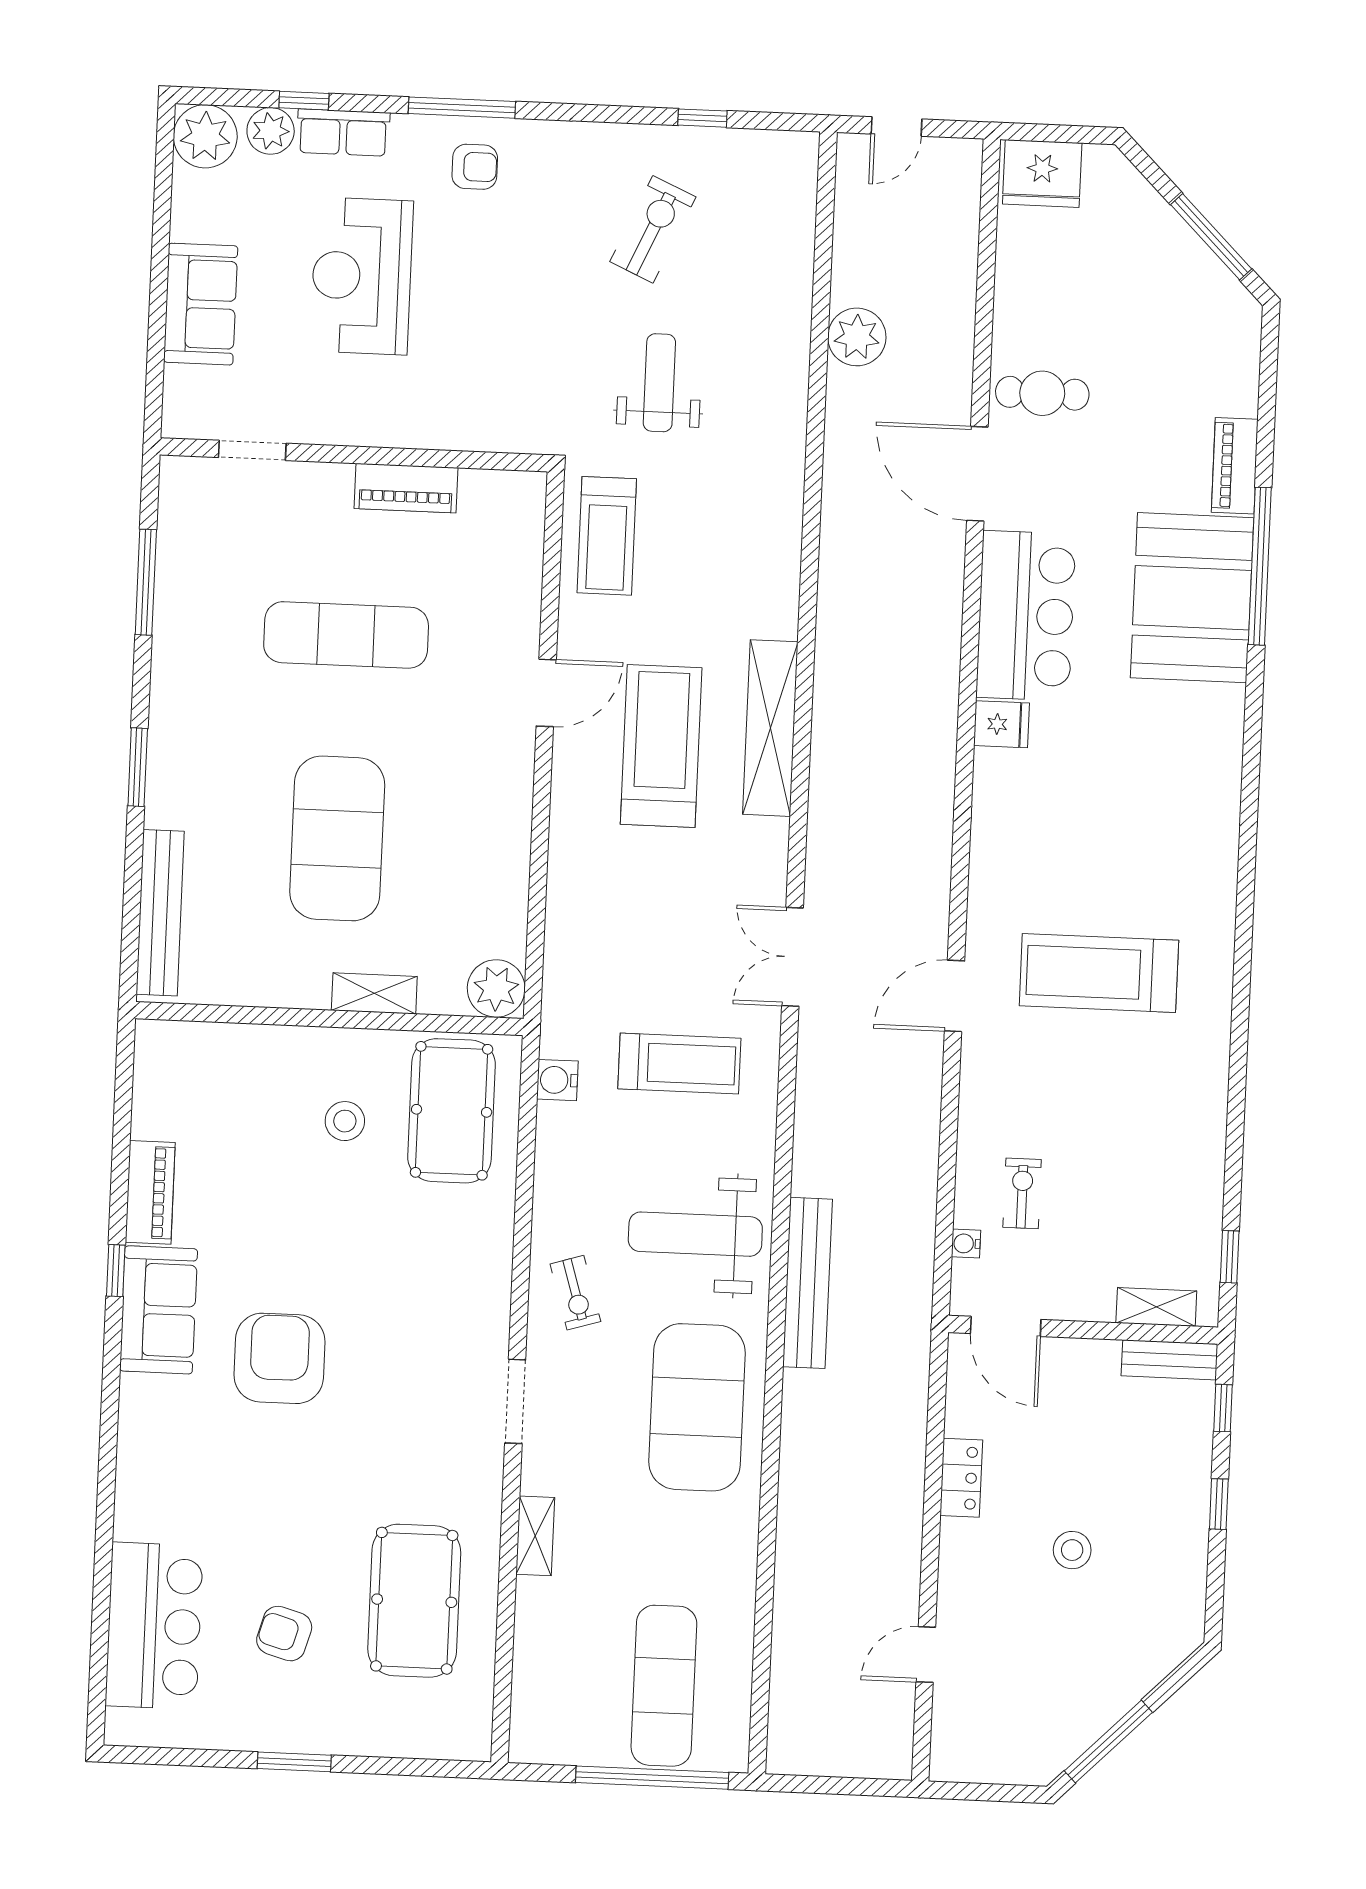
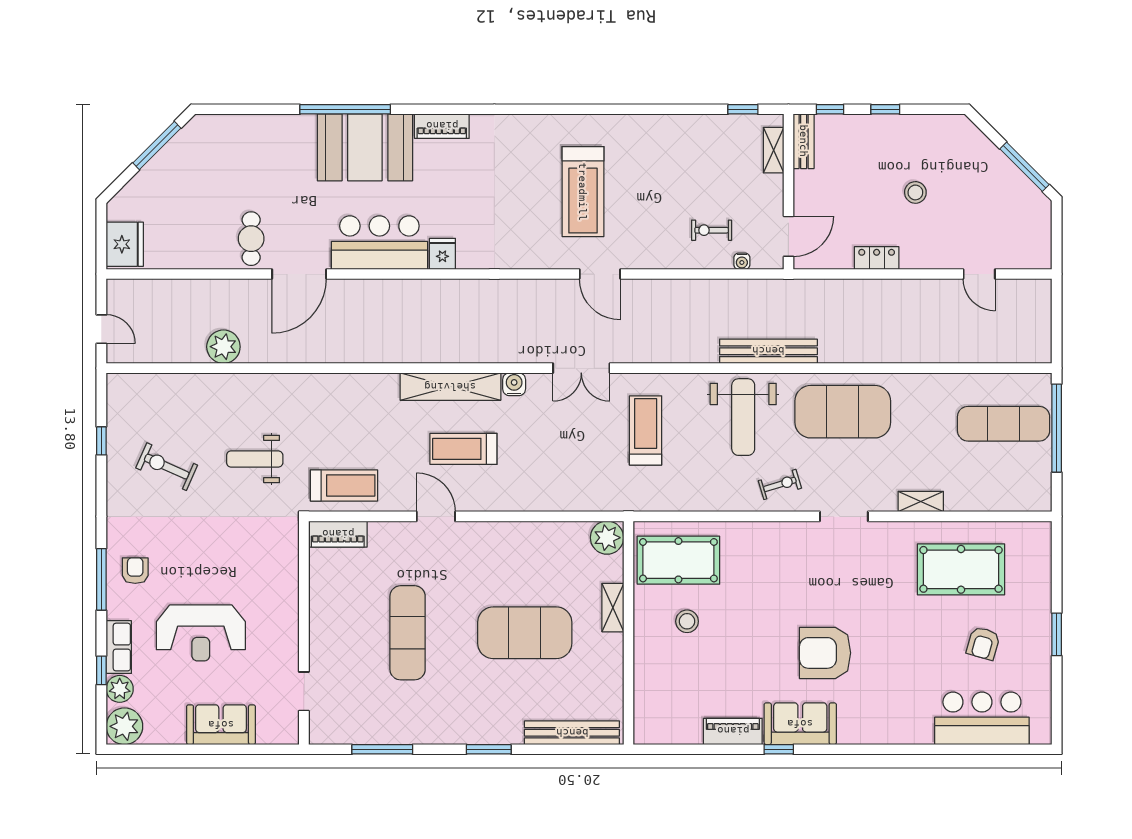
piano: (1235, 466) -> (442, 126), moved
piano: (406, 488) -> (338, 534), moved, turned 90
treadmill: (661, 746) -> (463, 449), width x0.73, depth x0.73
water cooler: (557, 1080) -> (514, 384), moved, turned 180

